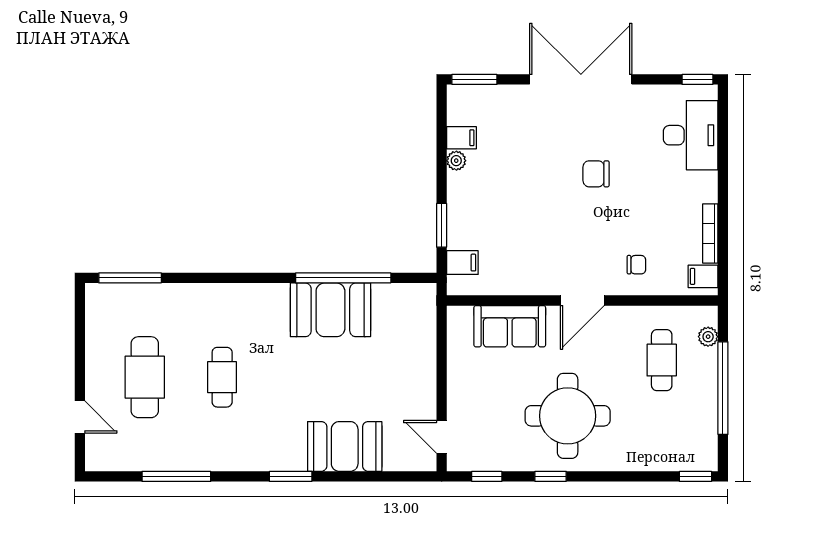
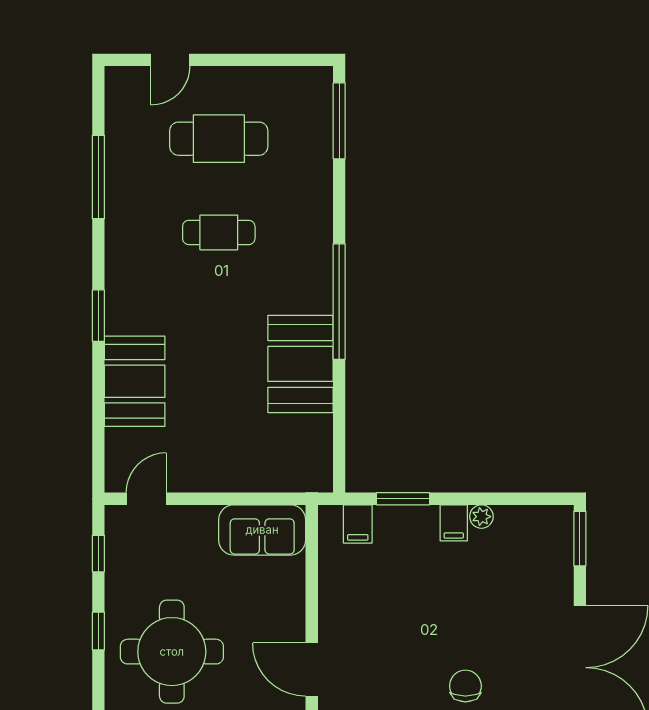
filing cabinet: (461, 138) -> (454, 523), moved
window: (343, 278) -> (339, 302), moved
sofa: (510, 326) -> (262, 530), moved, turned -90

